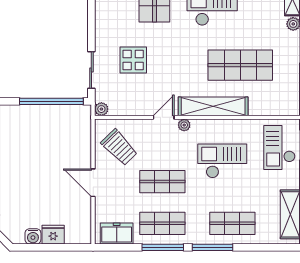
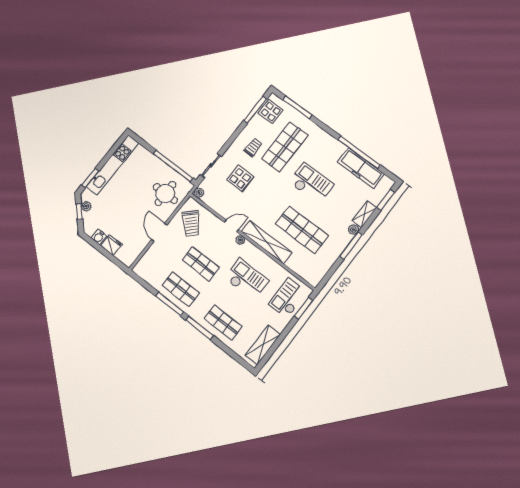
trolley: (121, 16) -> (253, 147), added
round table: (67, 137) -> (165, 194), added
freezer: (117, 234) -> (149, 274), removed

